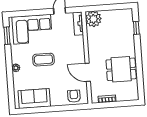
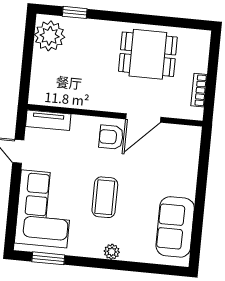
plant: (93, 19) -> (50, 36), moved
dining table: (121, 69) -> (148, 54), turned 90
armchair: (74, 96) -> (111, 137), moved

